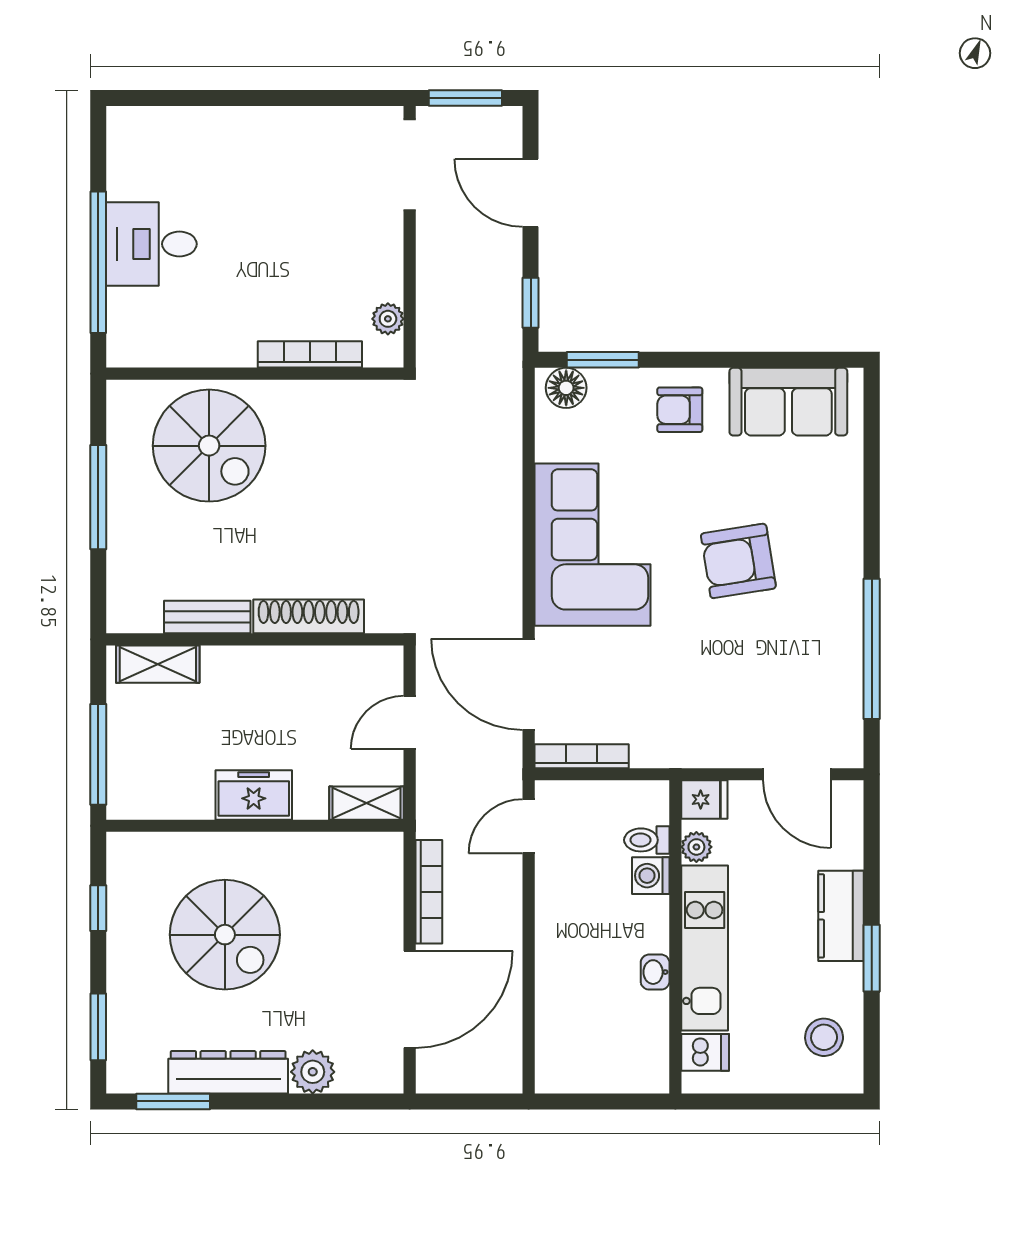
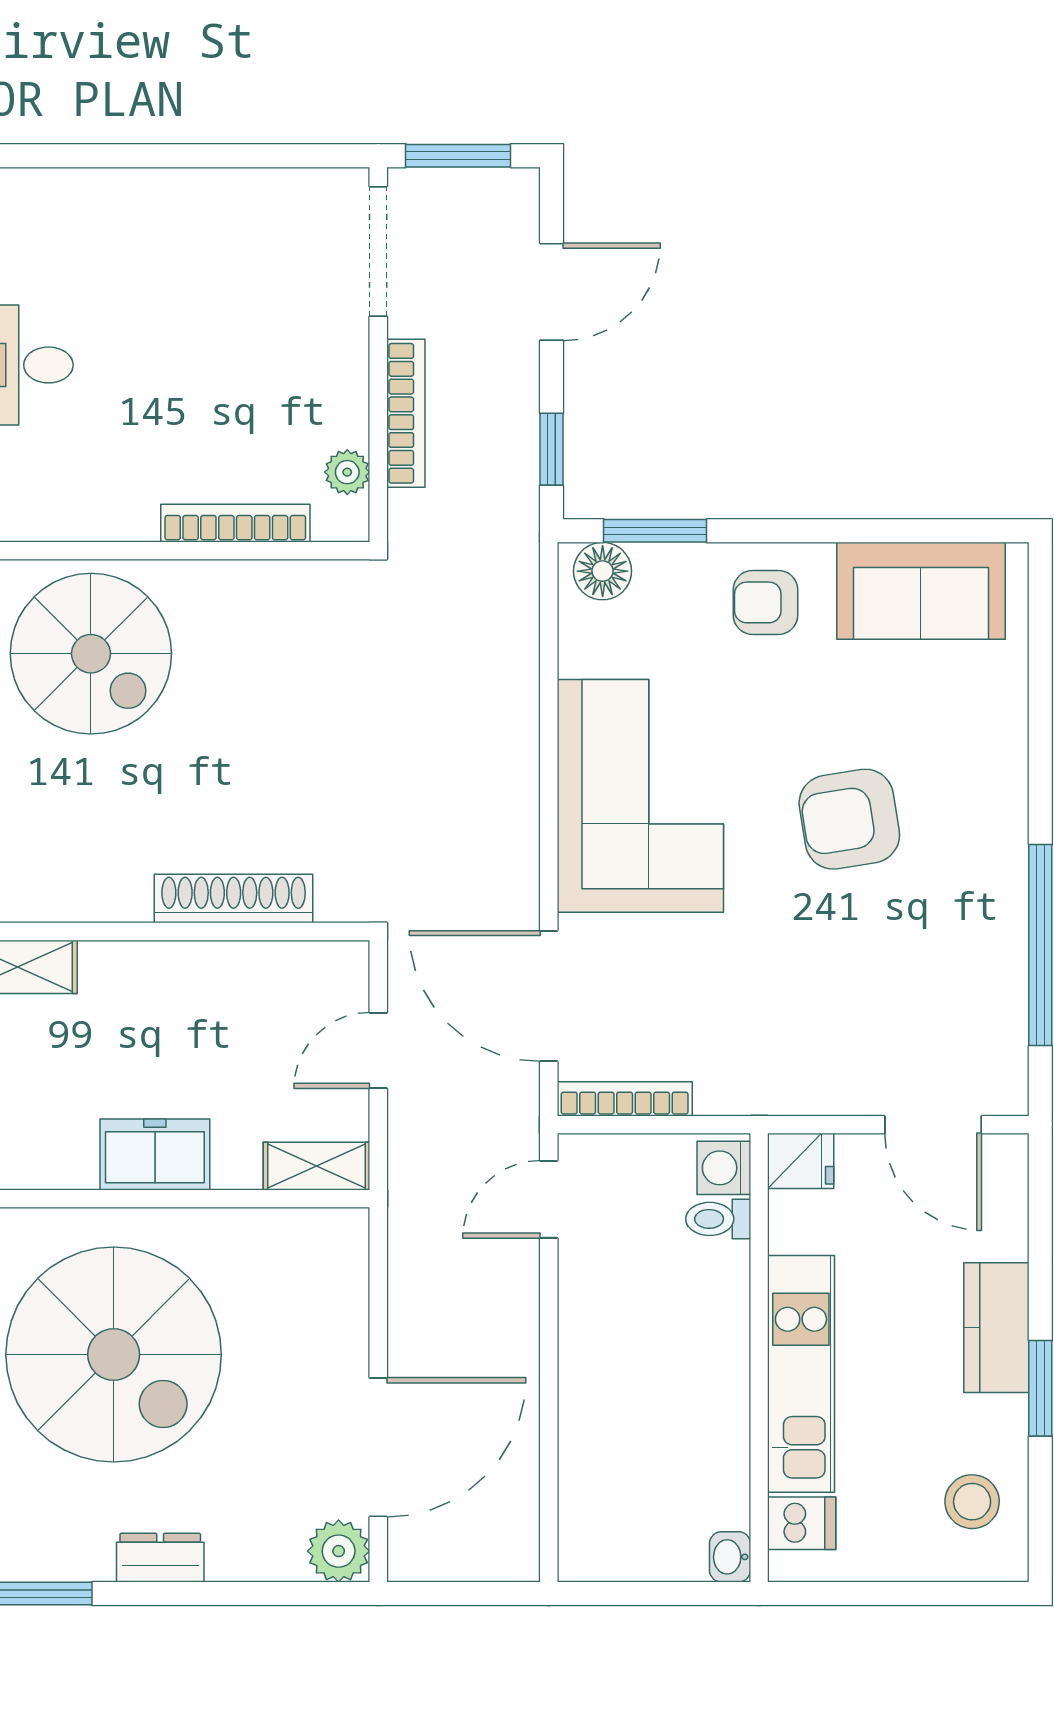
door: (531, 193) -> (552, 292), swing flipped
bench: (207, 617) -> (88, 899), removed
plant: (696, 847) -> (789, 1229), removed
washing machine: (651, 876) -> (724, 1168), moved
bookcase: (429, 892) -> (406, 413), moved
spiral stairs: (225, 935) -> (114, 1355), width x1.37, depth x1.37
washbasin: (655, 972) -> (730, 1557), moved
dresser: (228, 1072) -> (160, 1558), width x0.51, depth x0.80
plant: (313, 1072) -> (339, 1551), moved

